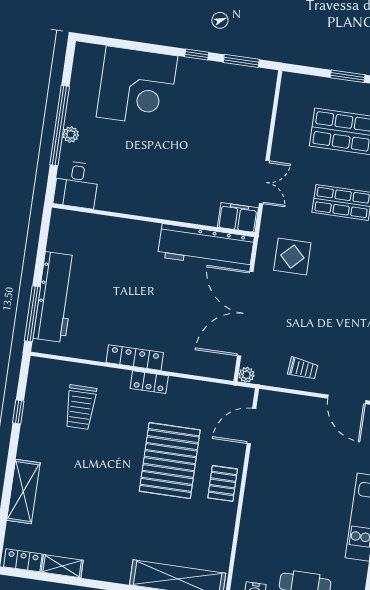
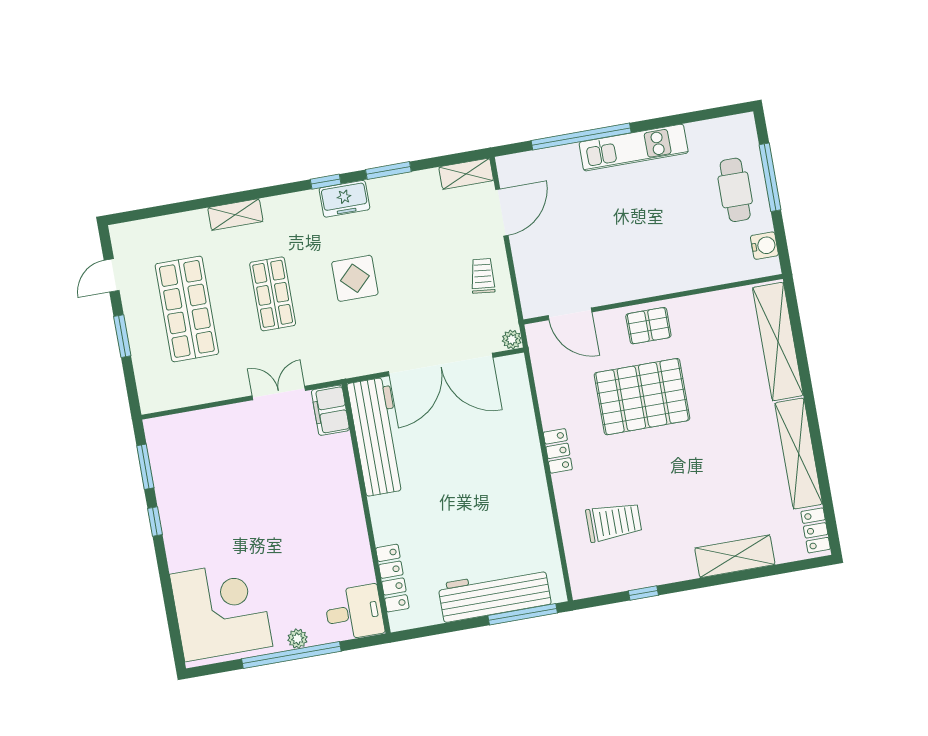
corner desk: (137, 86) -> (221, 610), moved
display table: (292, 257) -> (355, 278), moved
locker: (135, 358) -> (392, 578), moved, turned 180
shelving: (62, 566) -> (799, 454), width x2.20, depth x1.33

